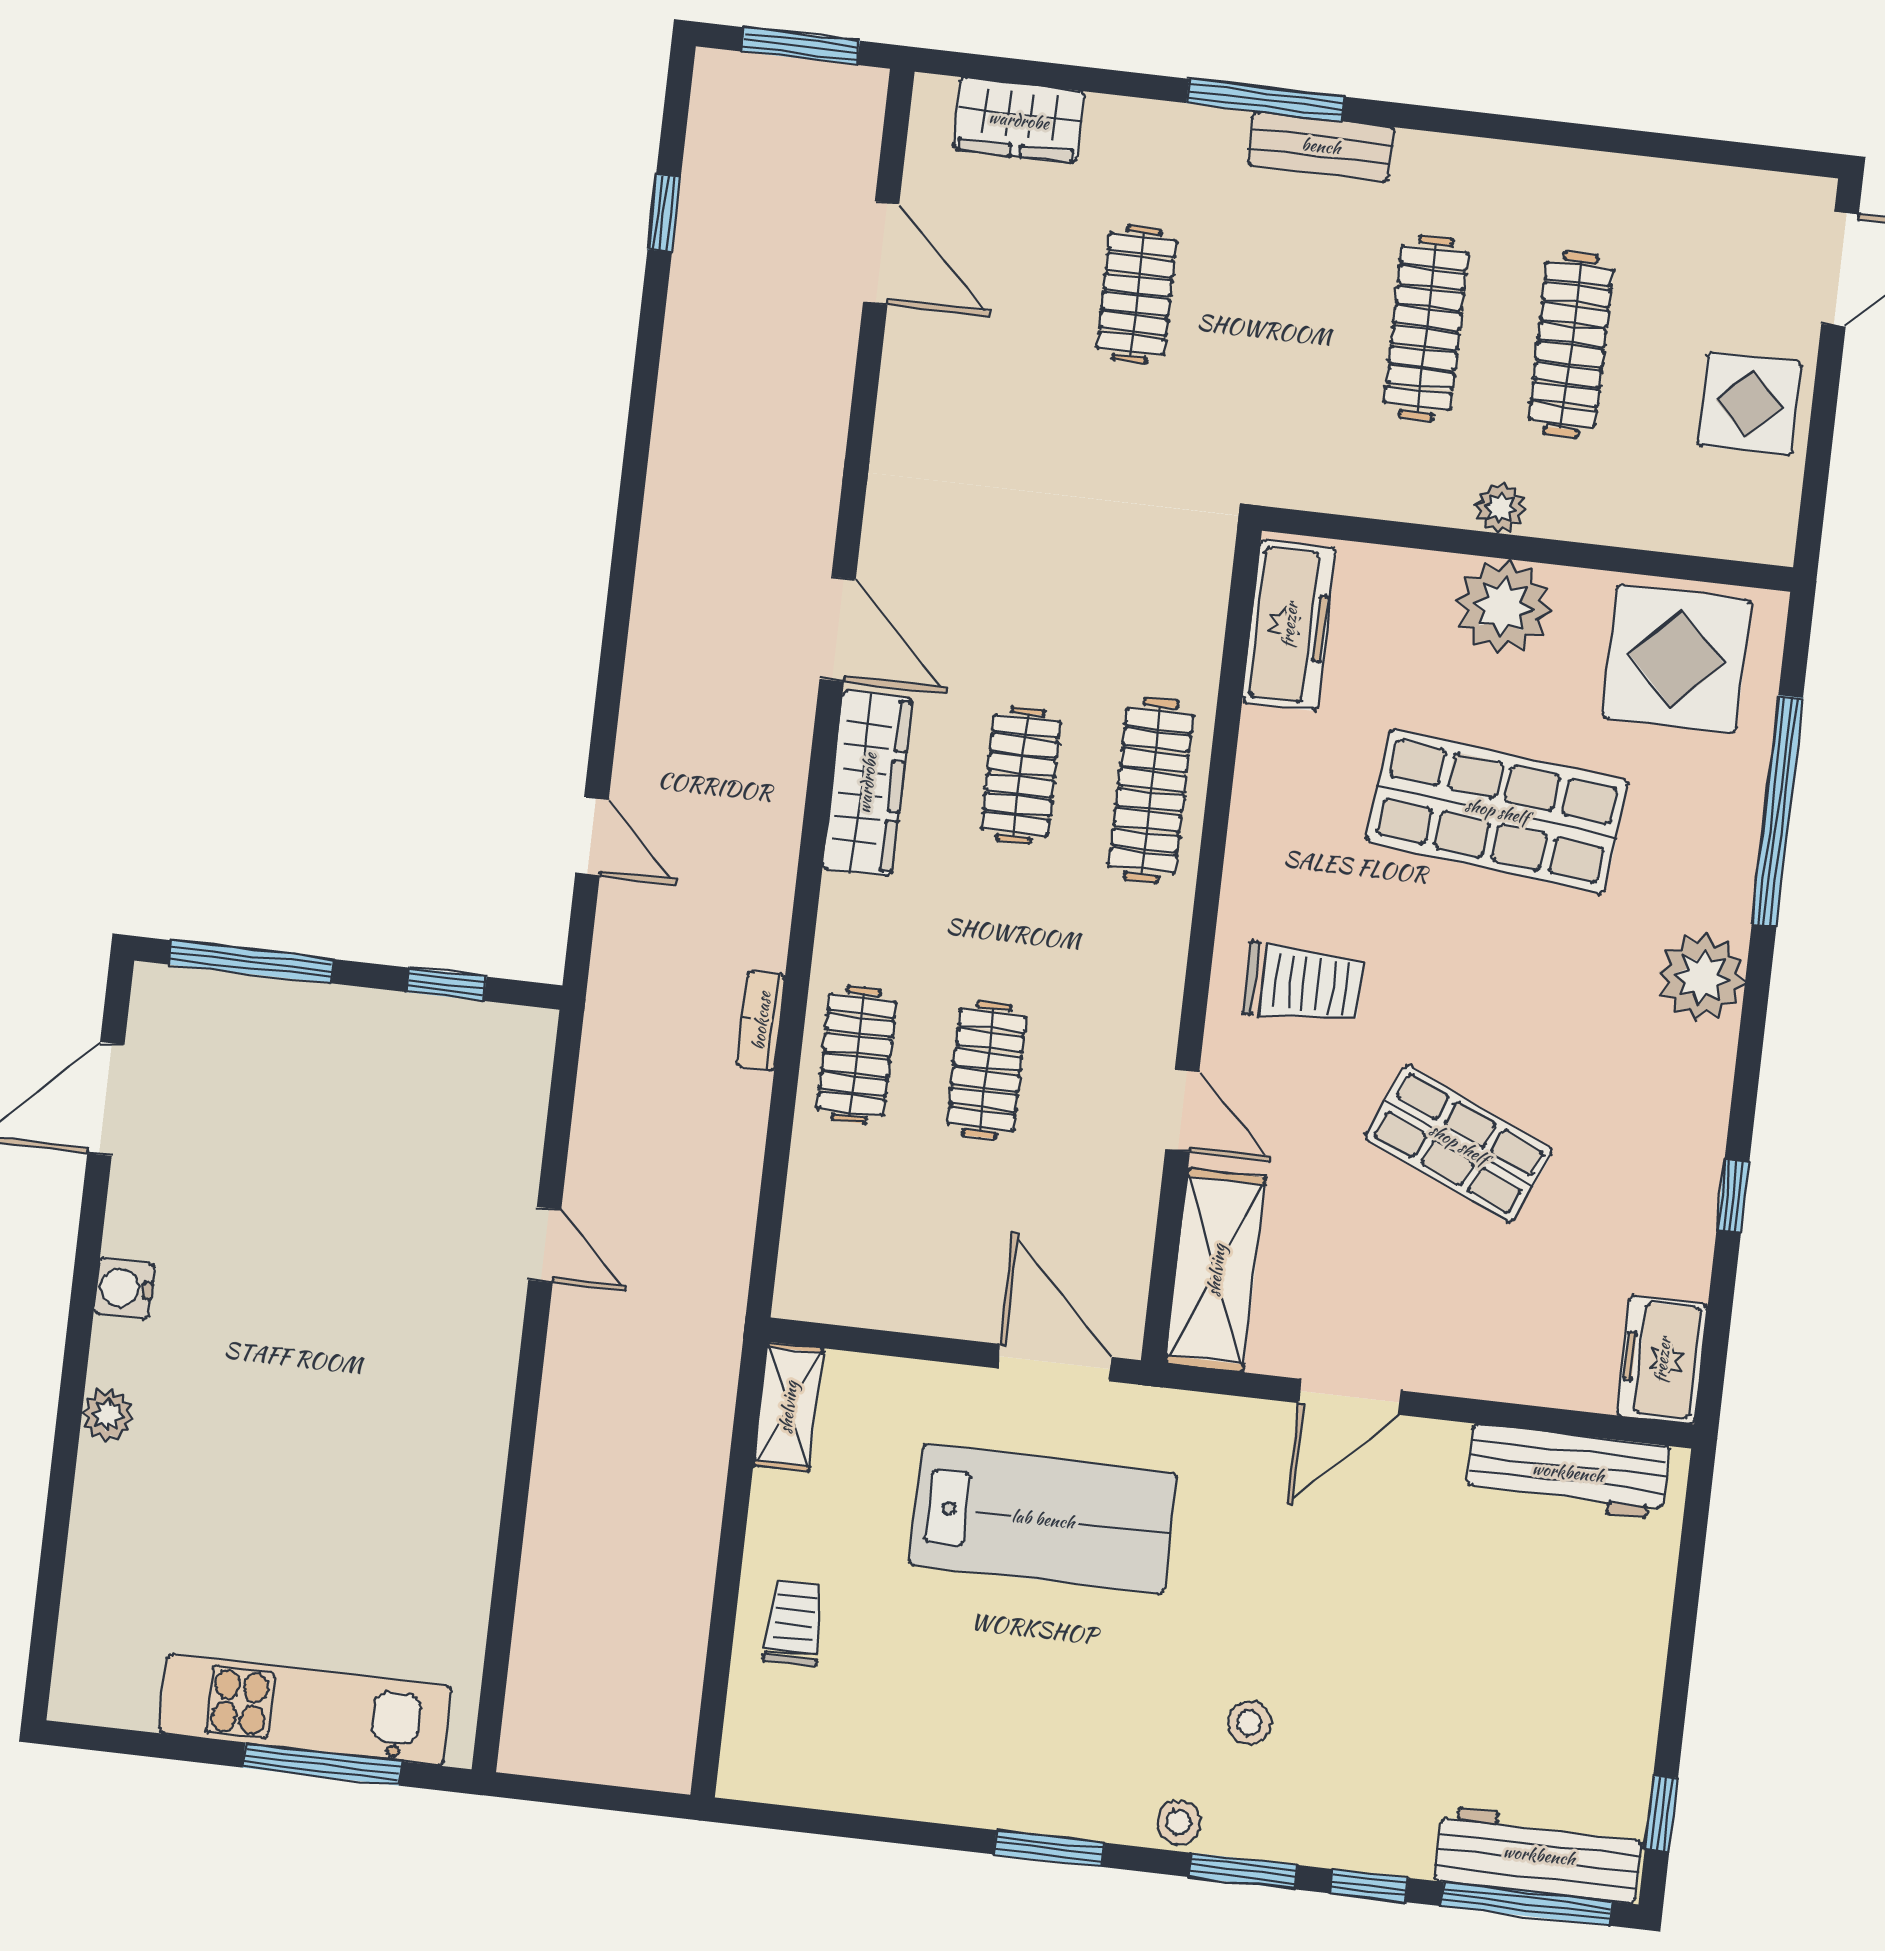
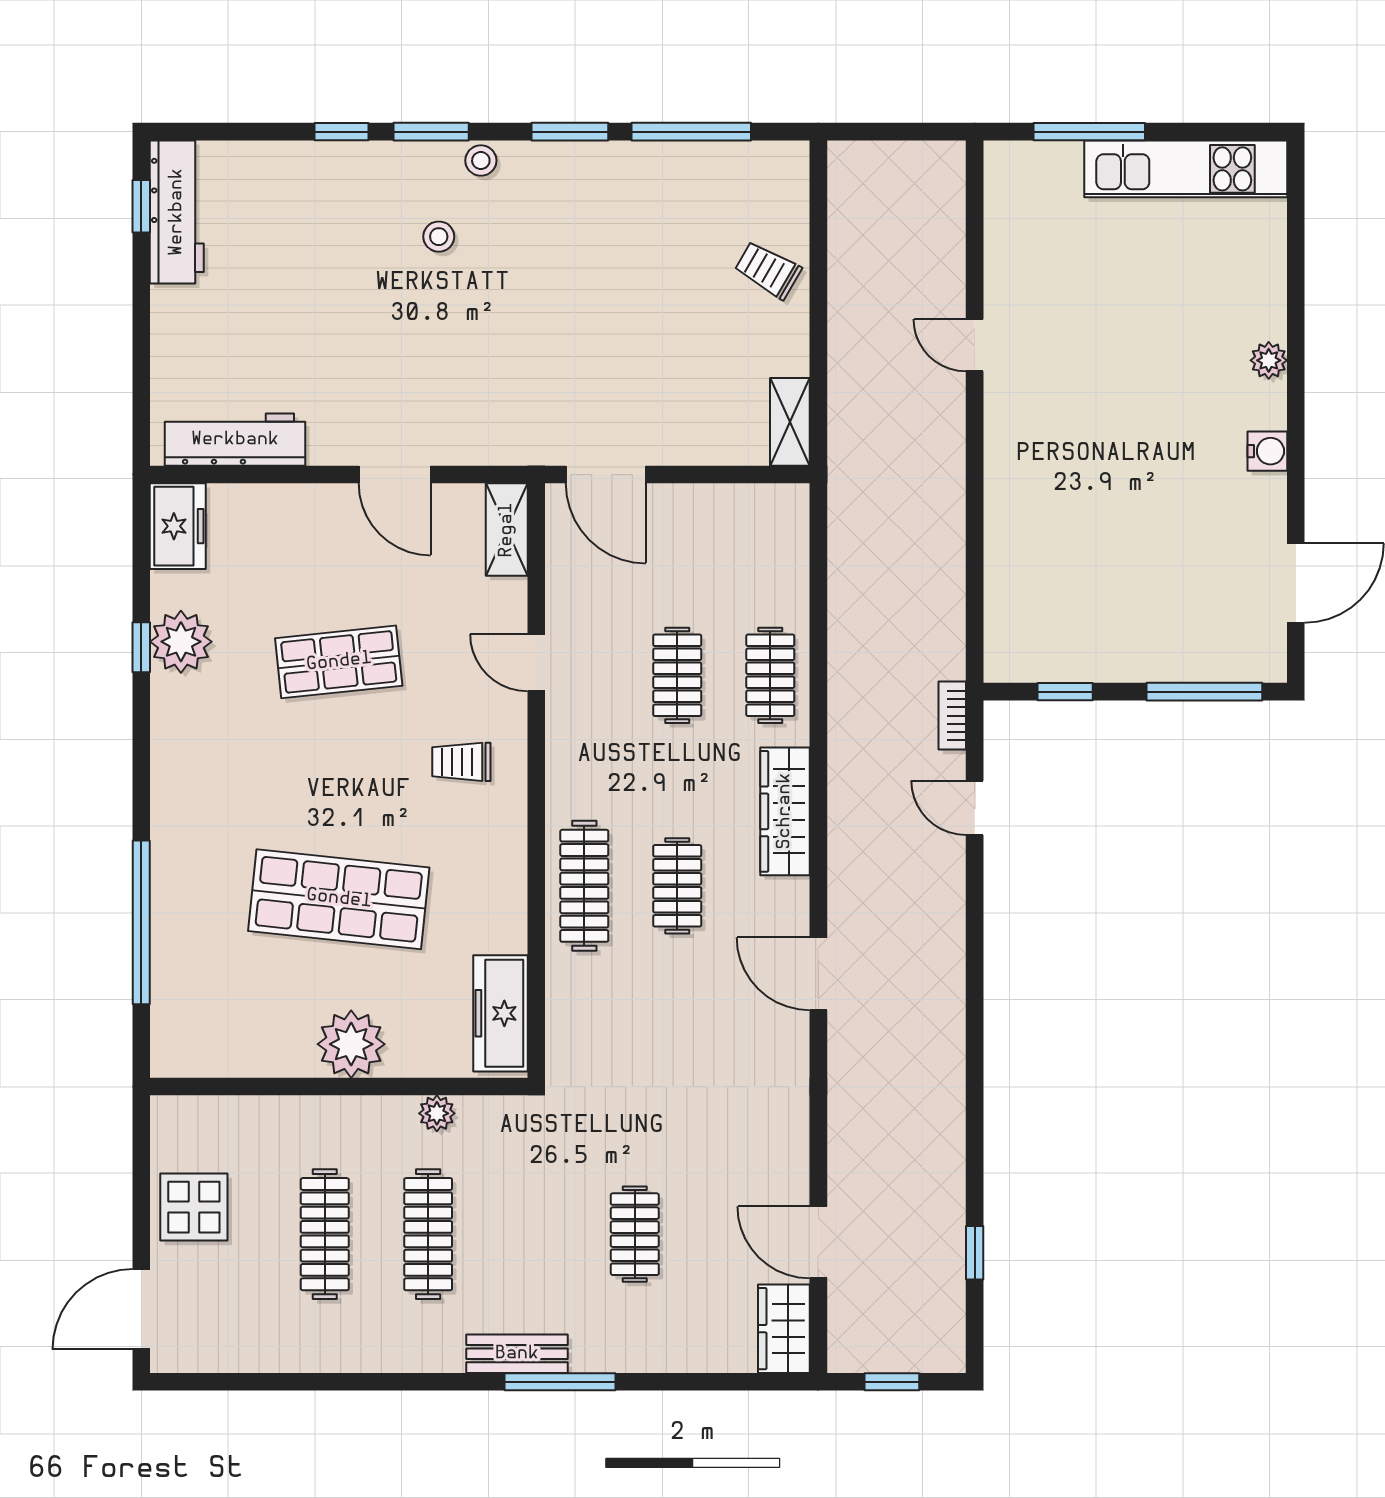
window: (801, 46) -> (892, 1382), width x0.67
wardrobe: (1019, 120) -> (784, 1329), moved, turned -90
plant: (1500, 508) -> (437, 1113), moved
display table: (1677, 659) -> (225, 1021), removed
wardrobe: (867, 783) -> (785, 811), moved
plant: (1702, 977) -> (181, 642), moved
trolley: (1303, 984) -> (461, 762), width x0.73, depth x0.72
bookcase: (761, 1021) -> (952, 716), moved, turned 180
shop shelf: (1459, 1144) -> (339, 662), turned -30
door: (545, 1245) -> (975, 345), moved
shelving: (1216, 1270) -> (507, 530), width x0.67, depth x0.75
door: (1350, 1397) -> (395, 475), swing flipped
lab bench: (1043, 1519) -> (601, 363), removed
trolley: (794, 1623) -> (768, 270), turned 120
kitchen unit: (305, 1710) -> (1186, 169), moved
workbench: (1539, 1855) -> (177, 212), moved, turned -90
window: (1526, 1904) -> (691, 132), moved

